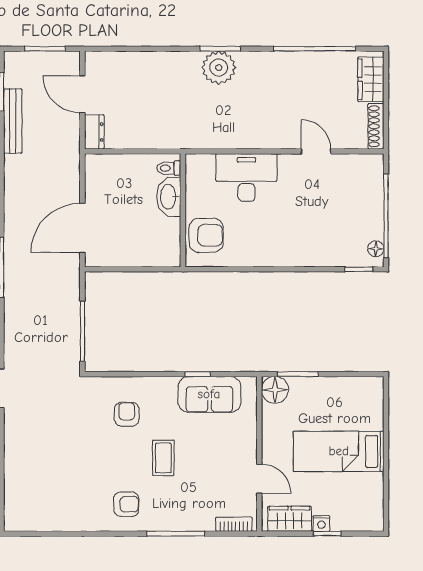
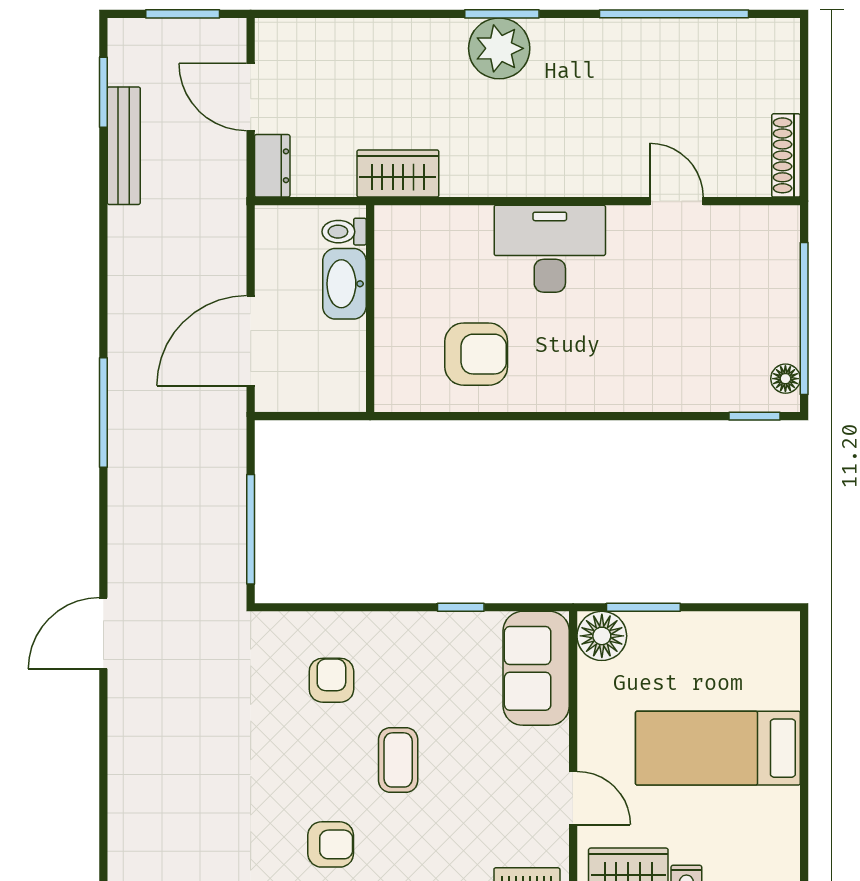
wardrobe: (371, 79) -> (398, 173), moved, turned 90
toilet: (169, 168) -> (344, 232), moved
washbasin: (169, 197) -> (344, 284), moved
wall: (183, 210) -> (370, 309), moved
sofa: (209, 394) -> (536, 668), moved, turned 90

